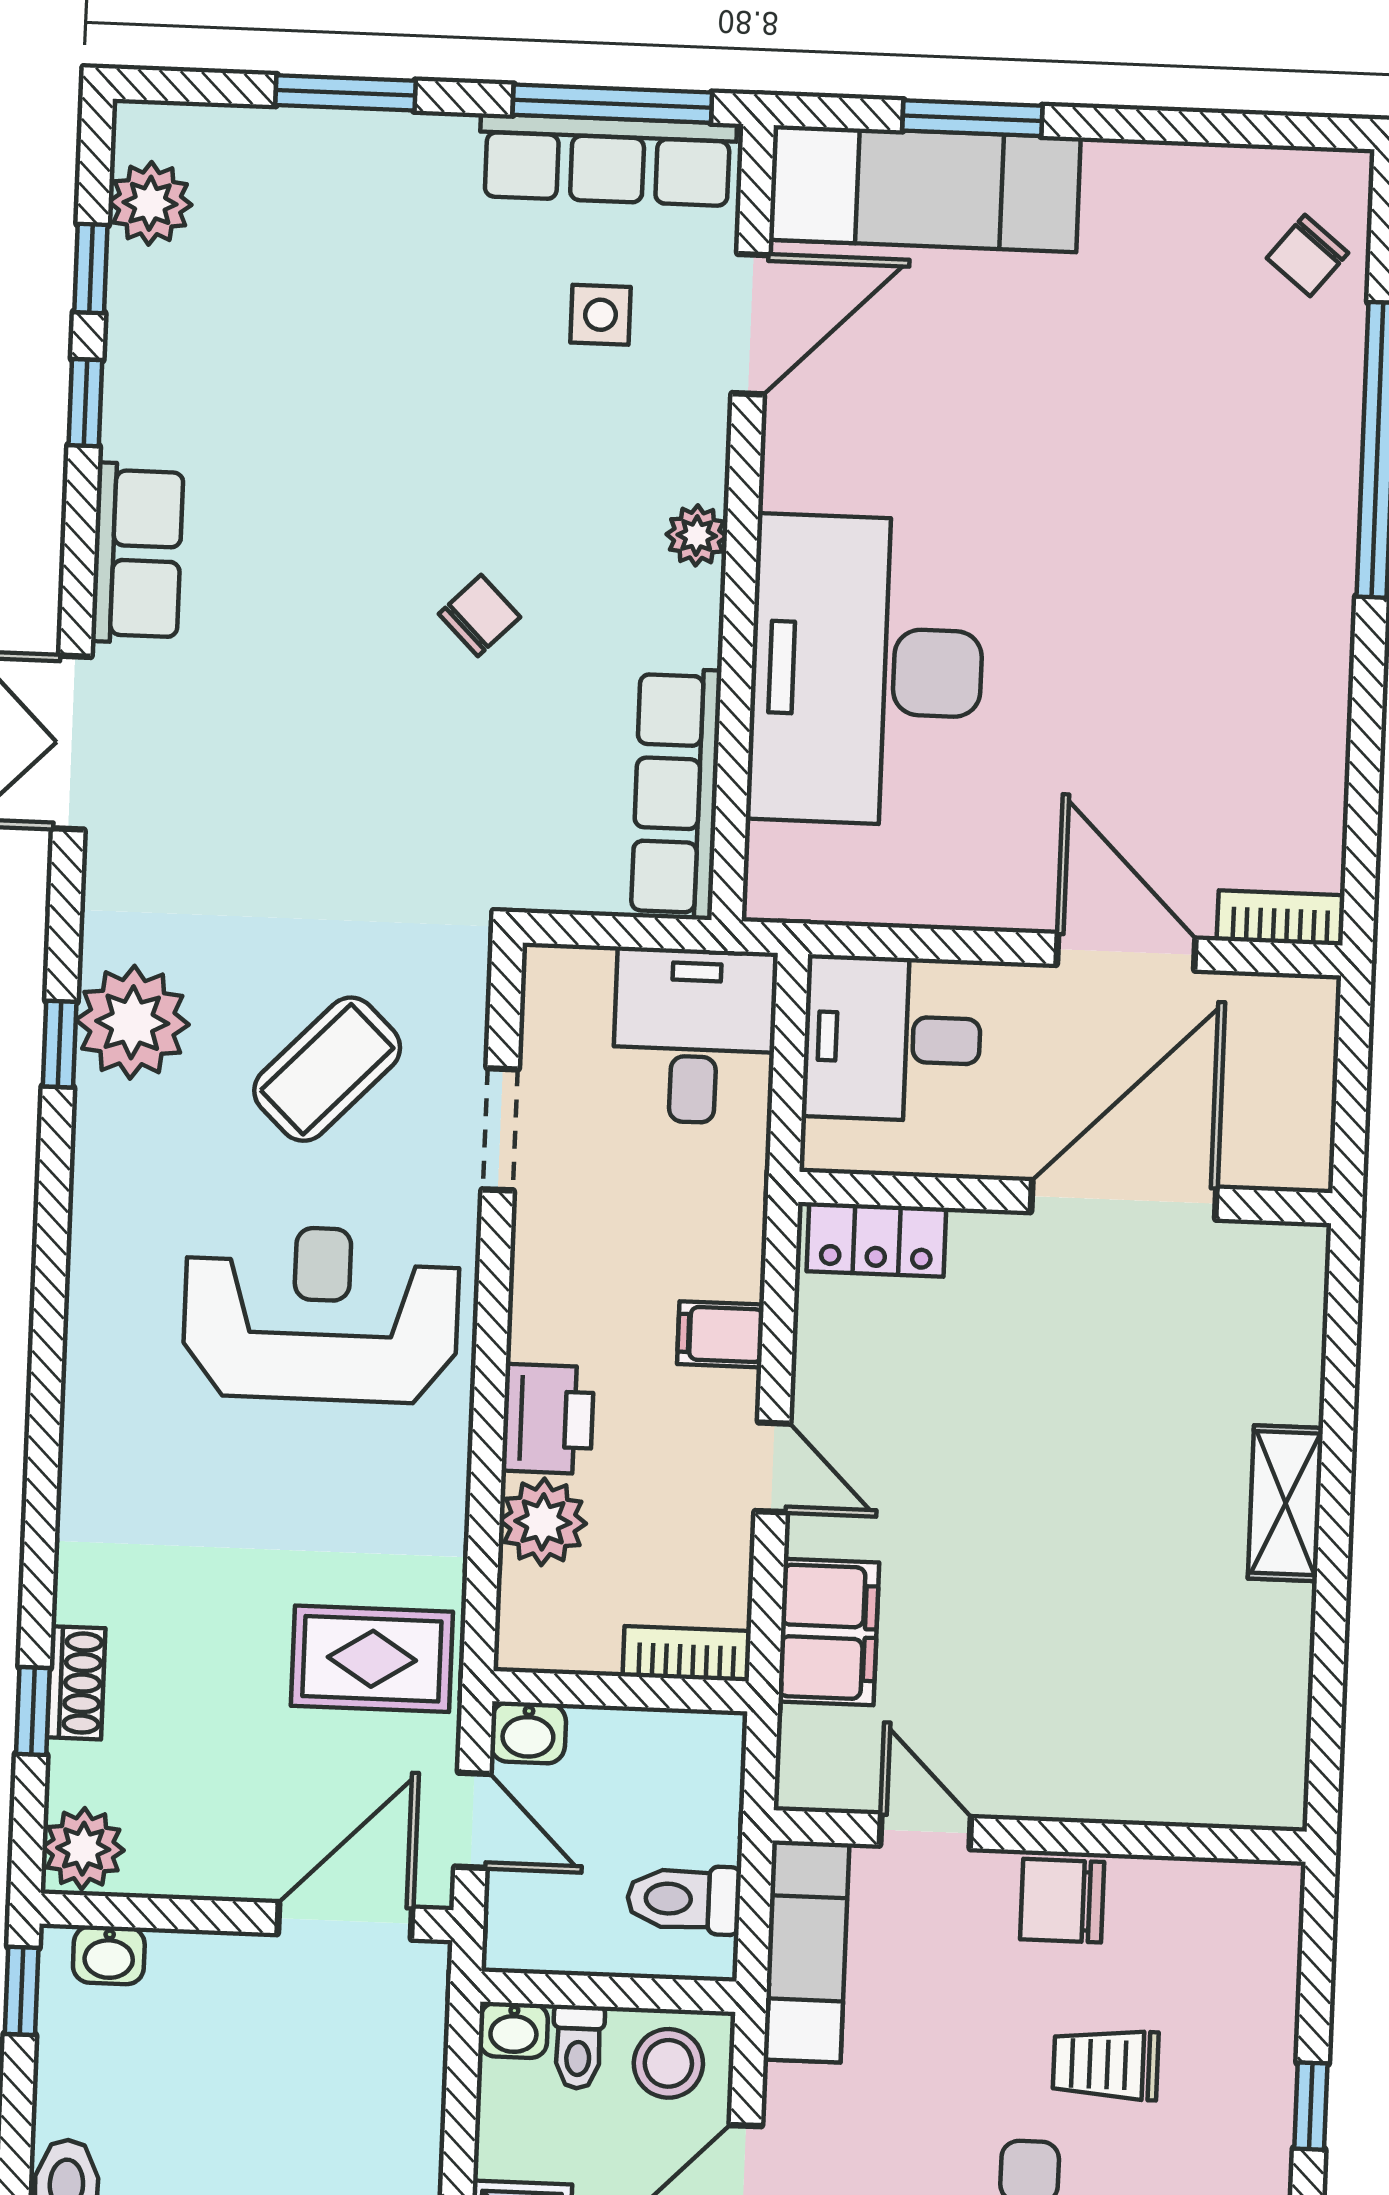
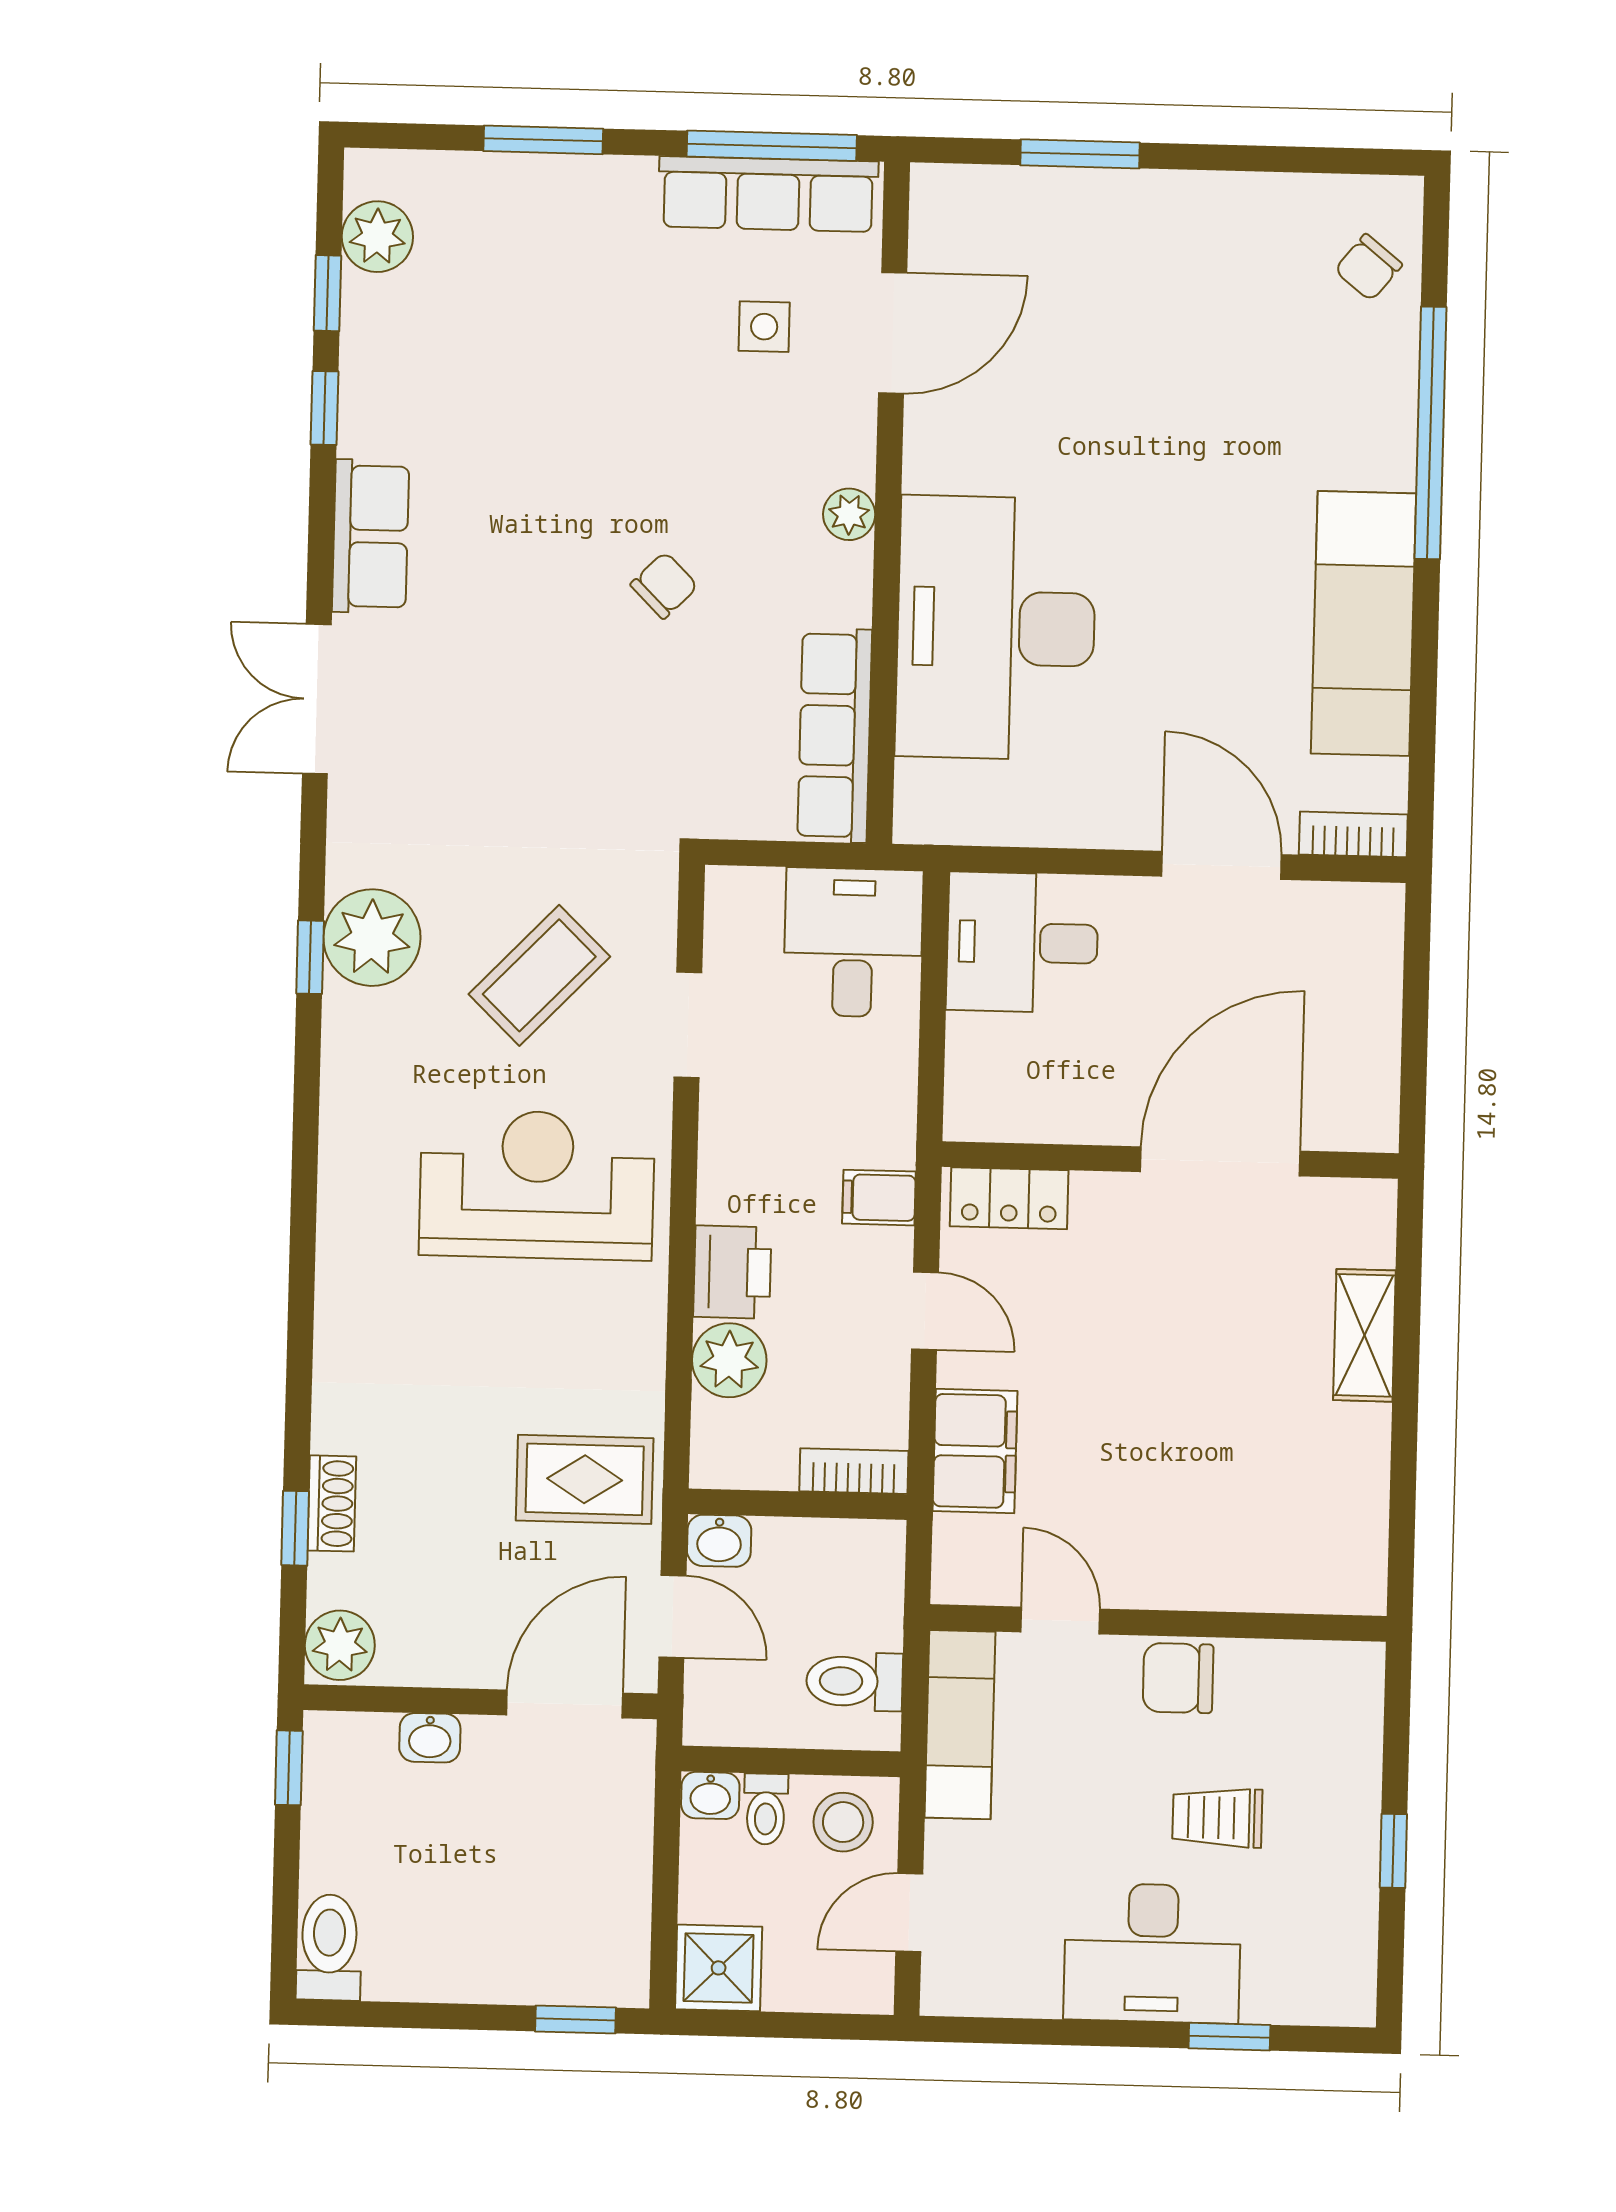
exam couch: (925, 189) -> (1363, 623), moved, turned 90
wall: (1065, 1198) -> (1170, 1160), moved
door: (1124, 1200) -> (1220, 1161), moved
locker: (876, 1240) -> (1009, 1198), moved
washbasin: (109, 1955) -> (430, 1738), moved

